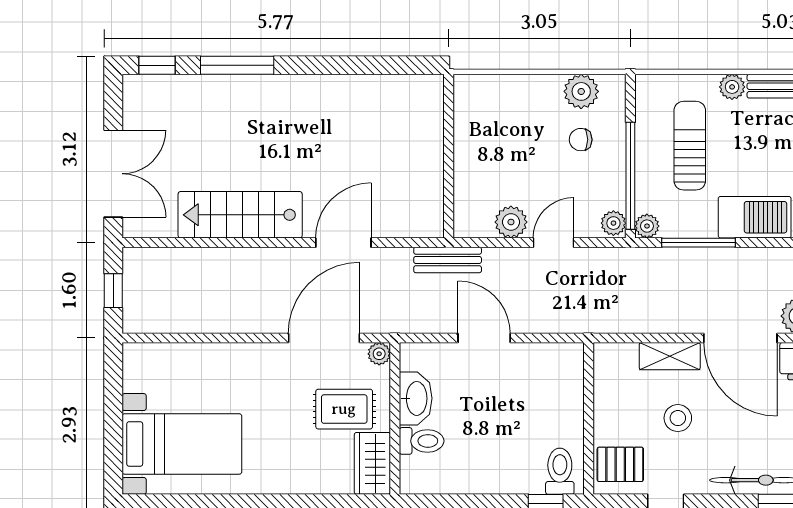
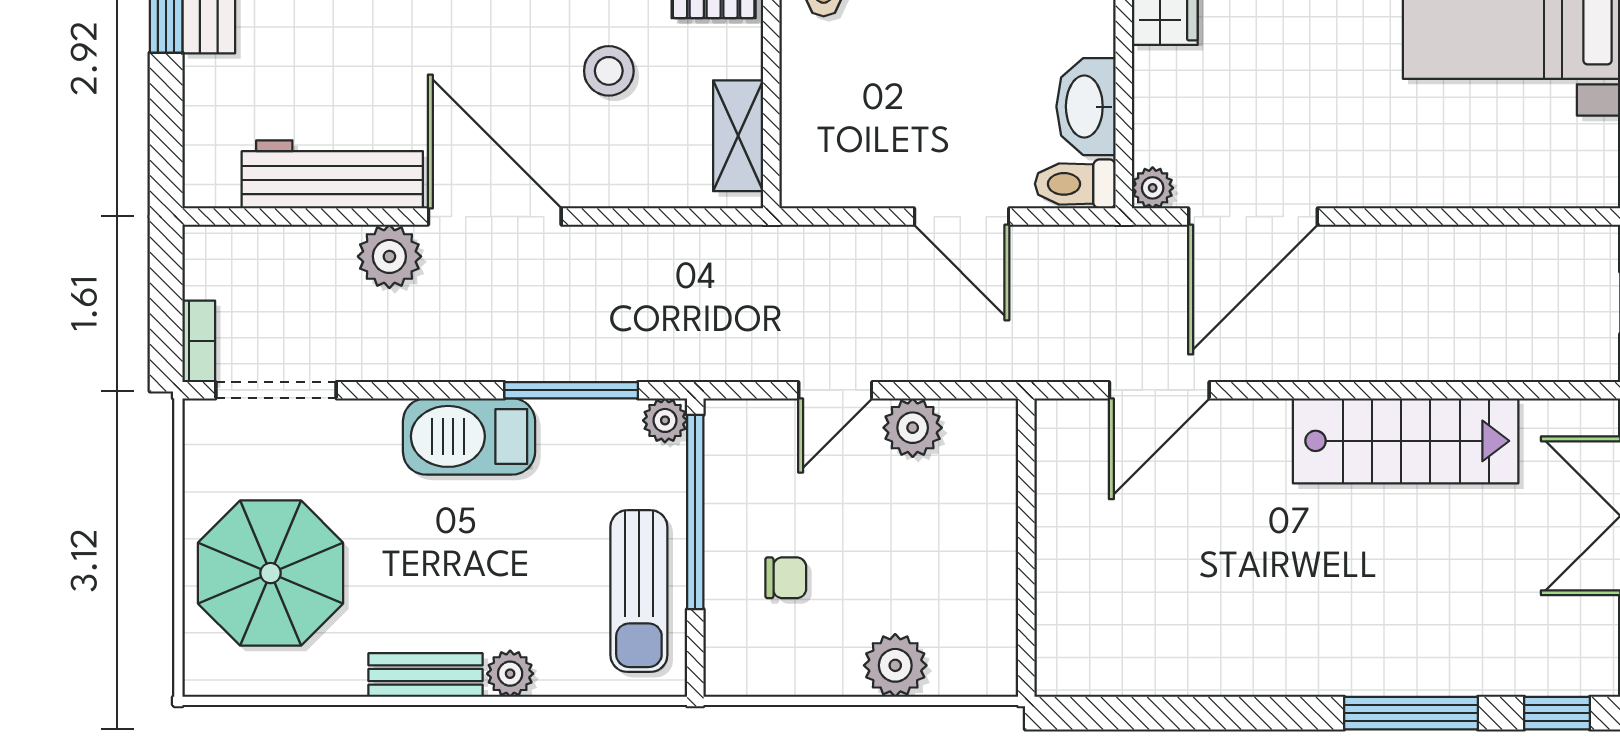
plant: (581, 91) -> (895, 665), moved
sun lounger: (690, 146) -> (639, 591), moved
plant: (613, 223) -> (726, 426), removed
door: (343, 243) -> (1159, 390), moved
bench: (448, 260) -> (1028, 359), removed
shelving: (670, 356) -> (738, 136), moved, turned 90
rug: (344, 409) -> (1216, 87), removed
toilet: (422, 441) -> (1075, 184), moved

